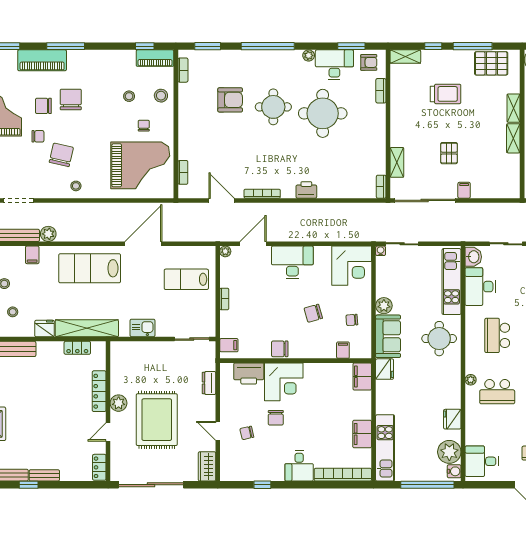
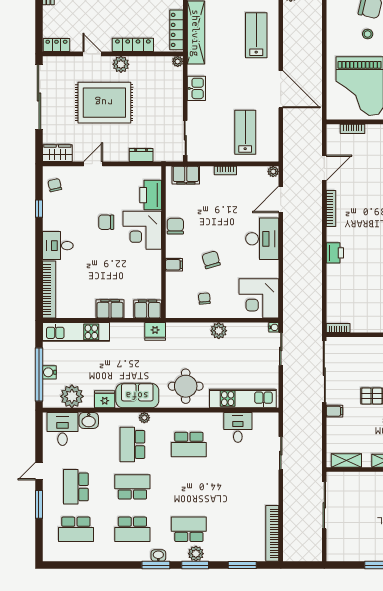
shelving: (397, 162) -> (346, 461), moved
stool: (76, 186) -> (368, 34), moved
door: (253, 244) -> (281, 199), swing flipped
washbasin: (473, 257) -> (89, 420), moved
lab bench: (90, 268) -> (256, 35), width x0.73, depth x0.72
desk: (480, 287) -> (238, 427), width x0.73
school desk: (497, 335) -> (189, 444), turned 180
sofa: (388, 336) -> (137, 396), moved, turned 180
filing cabinet: (229, 345) -> (186, 175), width x2.00
plant: (116, 347) -> (178, 61), added
locker: (77, 348) -> (176, 30), width x1.53
filing cabinet: (343, 350) -> (174, 265), moved
chair: (247, 433) -> (55, 185), moved
filing cabinet: (362, 434) -> (110, 309), moved
water cooler: (454, 471) -> (49, 372), moved, turned 90

